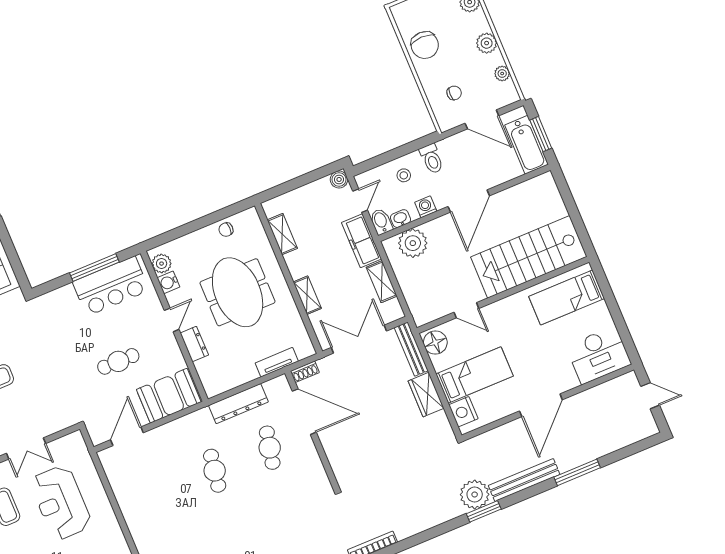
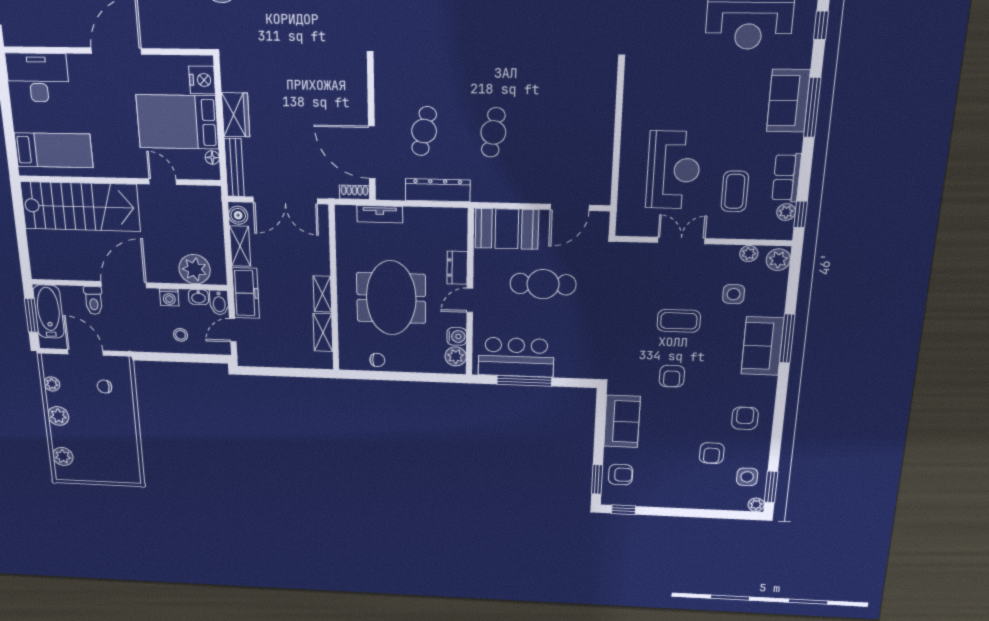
chair: (425, 45) -> (118, 439), removed
toilet: (432, 159) -> (94, 300), moved, turned 180
boiler: (339, 179) -> (238, 215), moved
shelving: (307, 295) -> (322, 294), moved
floor lamp: (435, 343) -> (212, 158), width x0.53, depth x0.53
cafe table: (118, 361) -> (543, 284), width x1.37, depth x1.35
bed: (474, 375) -> (177, 122), width x1.50

